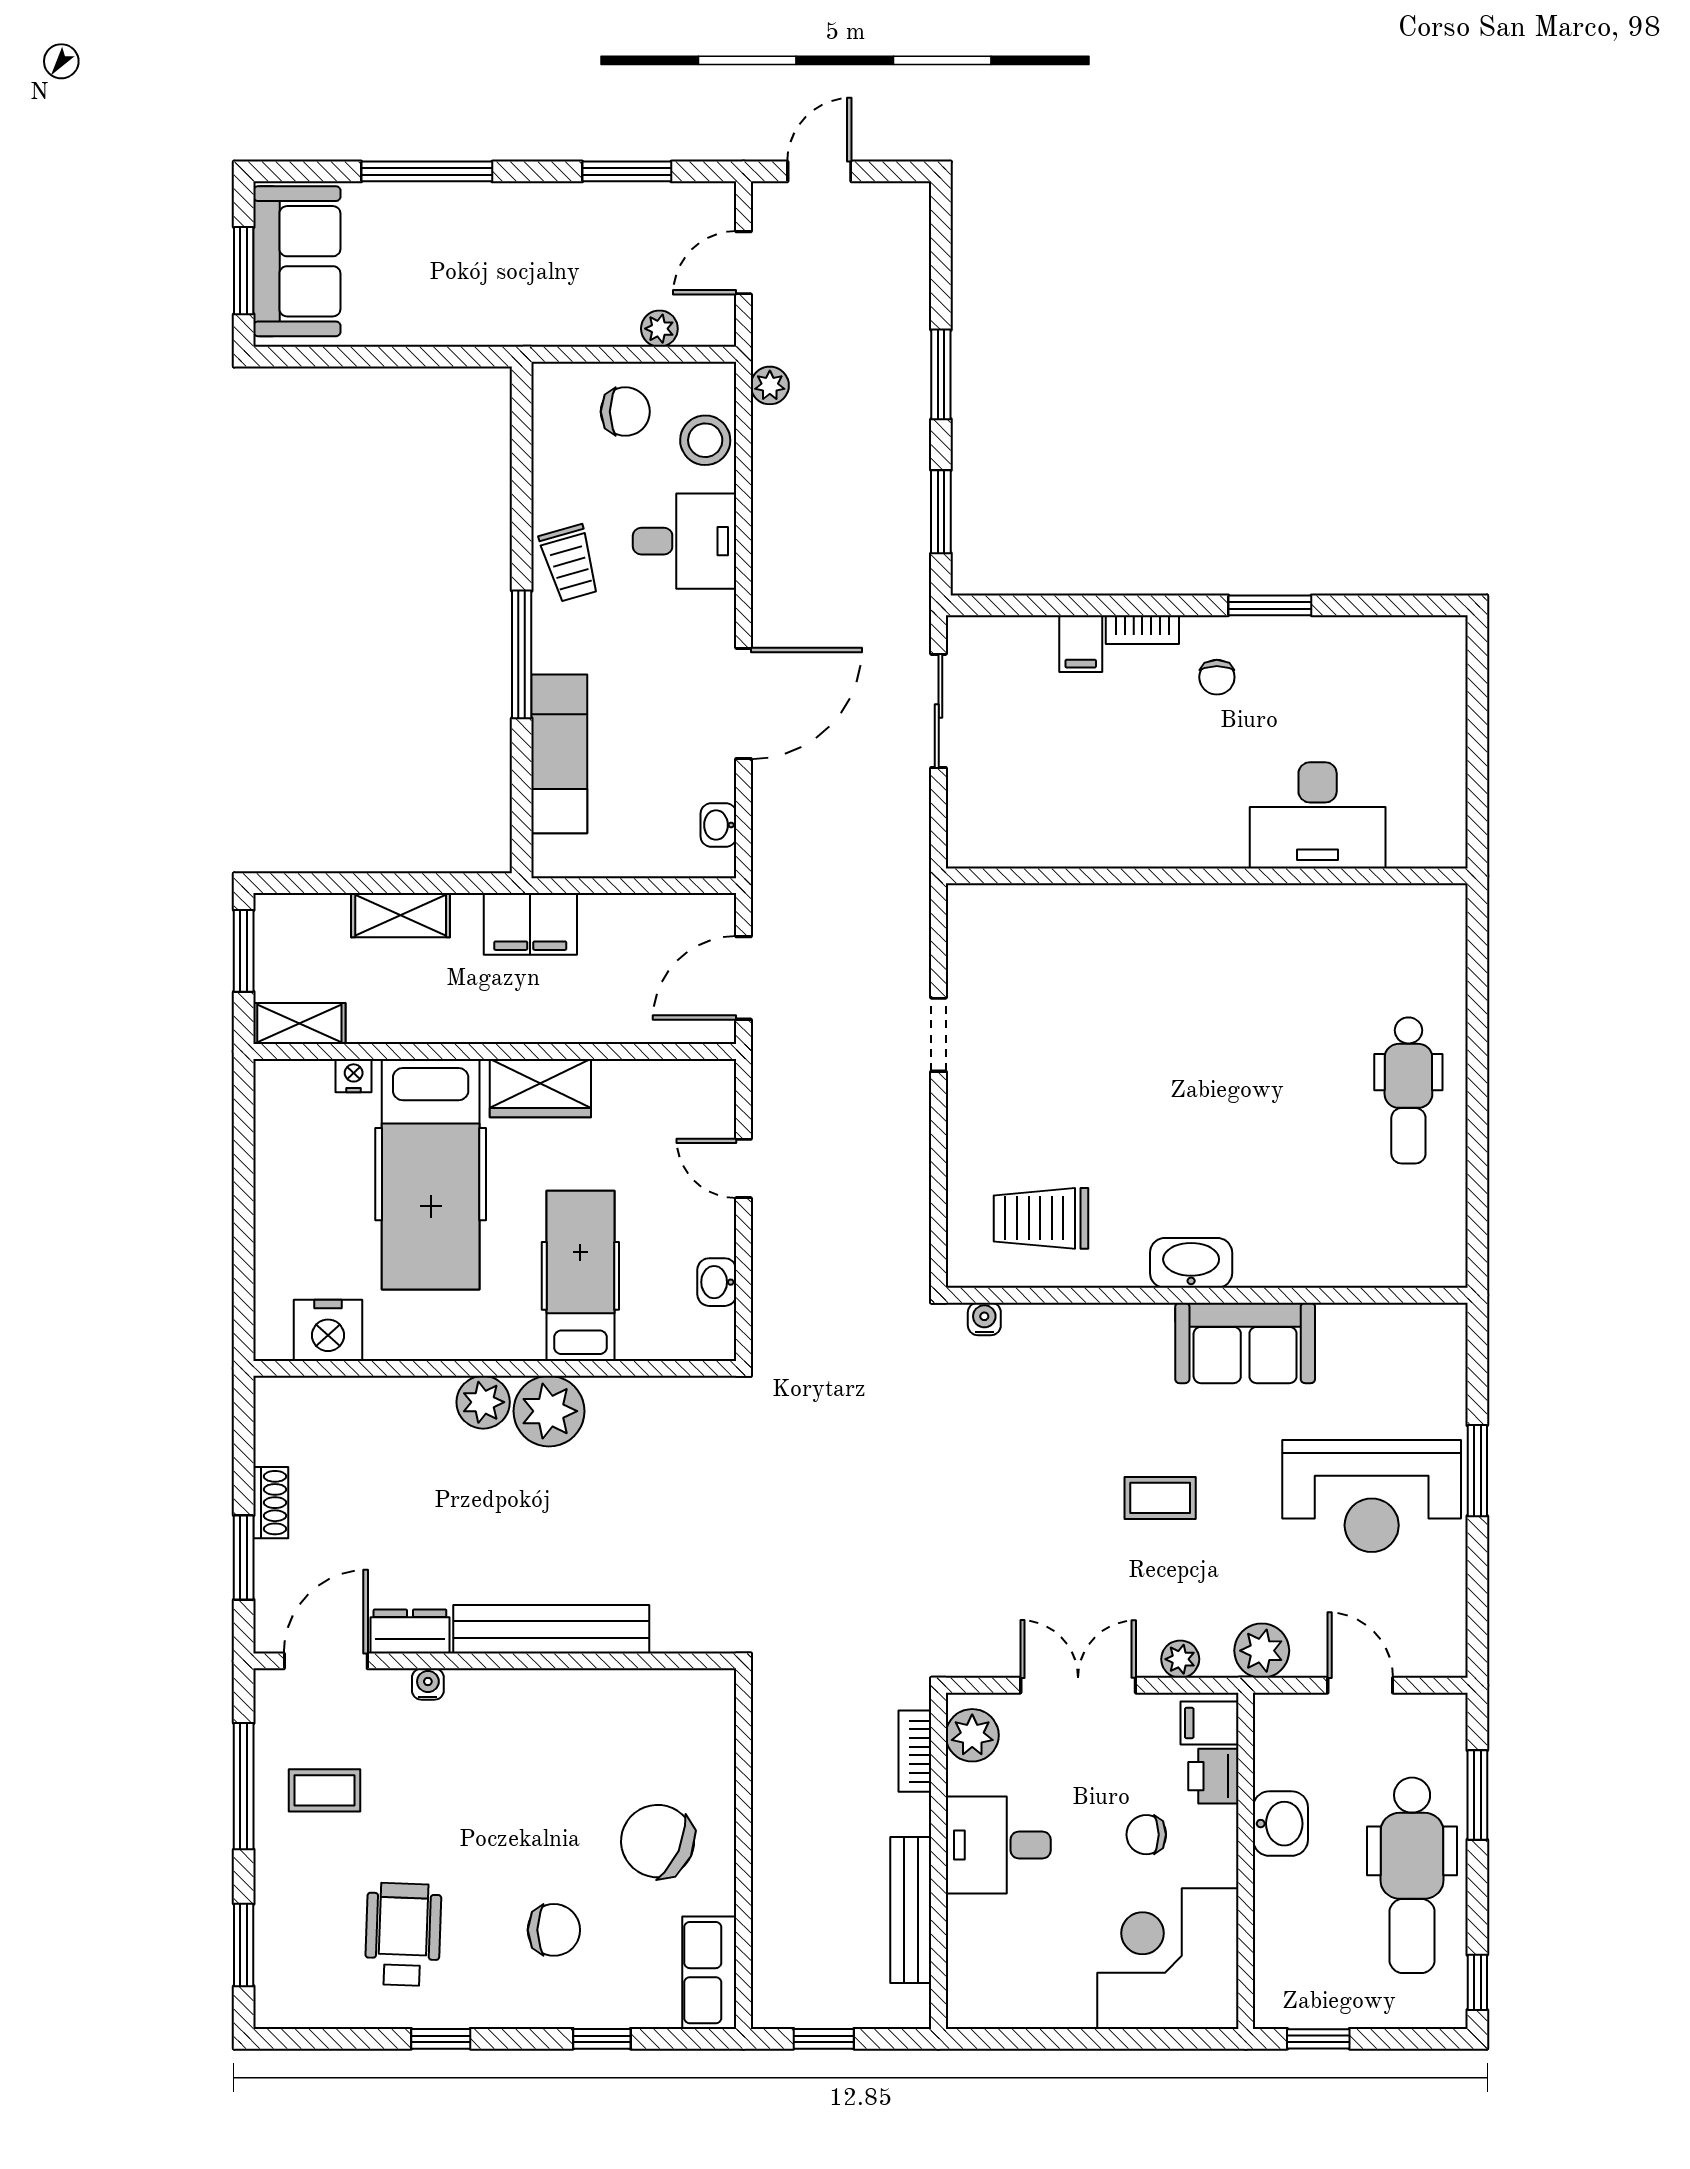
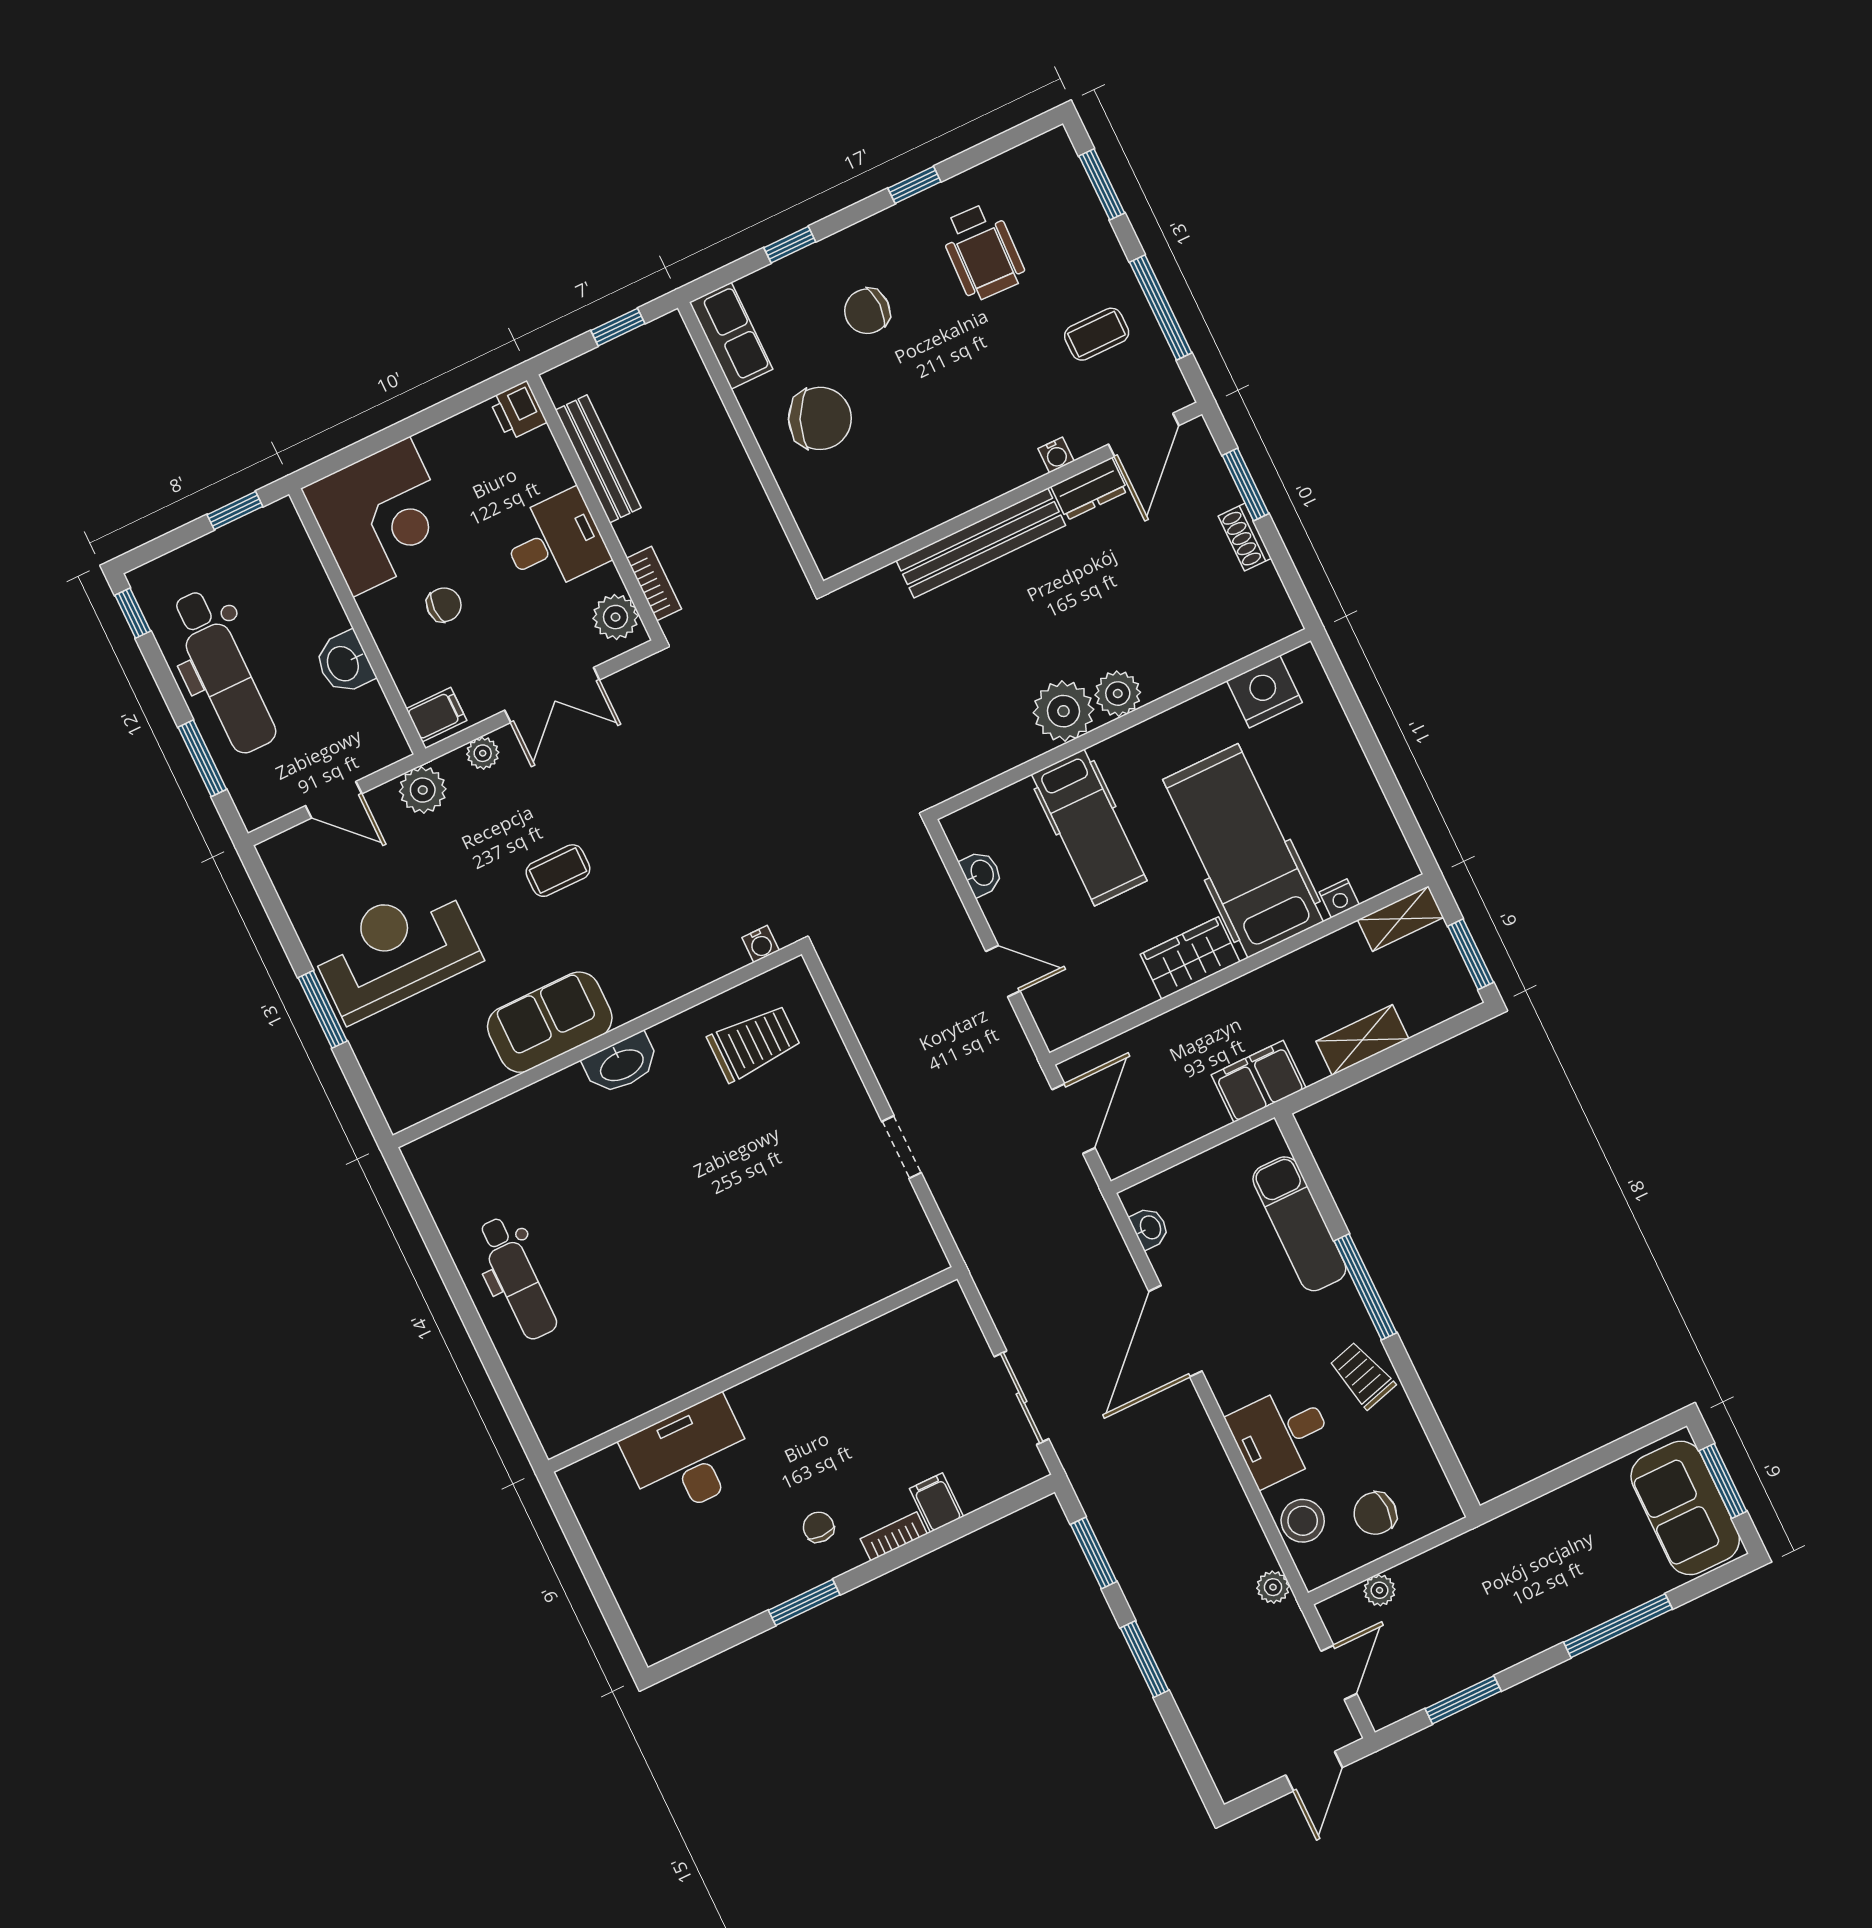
dental chair: (1408, 1090) -> (517, 1278), turned 180
printer: (1213, 1776) -> (518, 410), moved, turned 180
dental chair: (1412, 1875) -> (223, 672), turned 180

